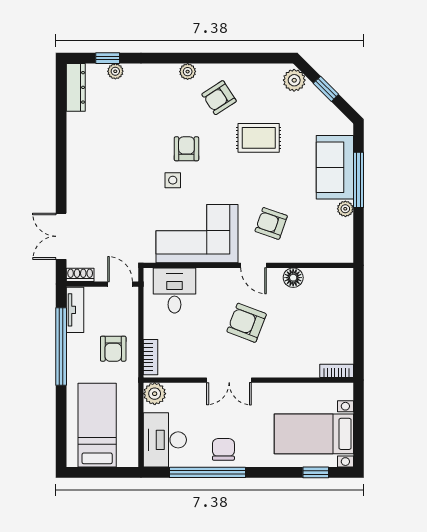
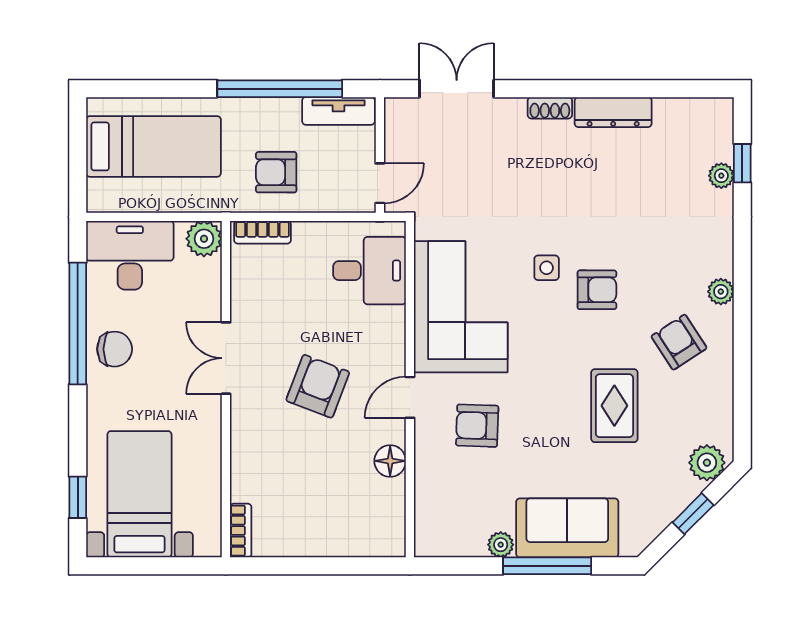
dresser: (76, 87) -> (613, 112), moved
armchair: (271, 223) -> (477, 426), turned -107
shoe rack: (80, 275) -> (550, 108), moved, turned 90

